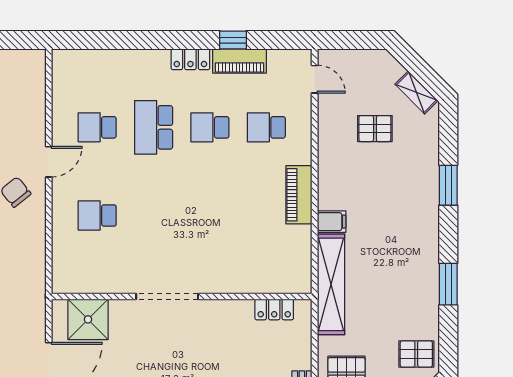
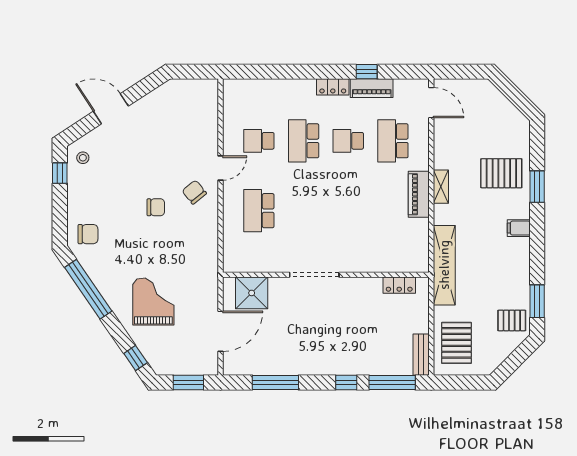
door: (315, 79) -> (431, 103), width x1.38
shelving: (417, 92) -> (441, 187), moved, turned 45
school desk: (266, 127) -> (393, 141), width x1.85
pallet: (375, 129) -> (501, 173), moved, width x1.50, depth x1.42
school desk: (97, 215) -> (259, 211), width x1.85
filing cabinet: (332, 222) -> (519, 228), moved, turned 180
window: (448, 284) -> (537, 301), moved

